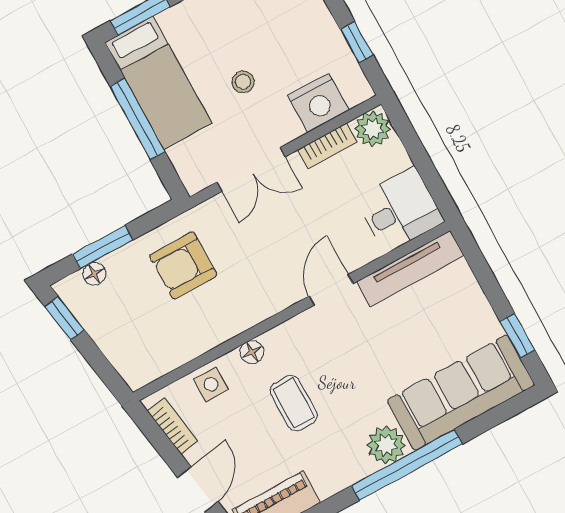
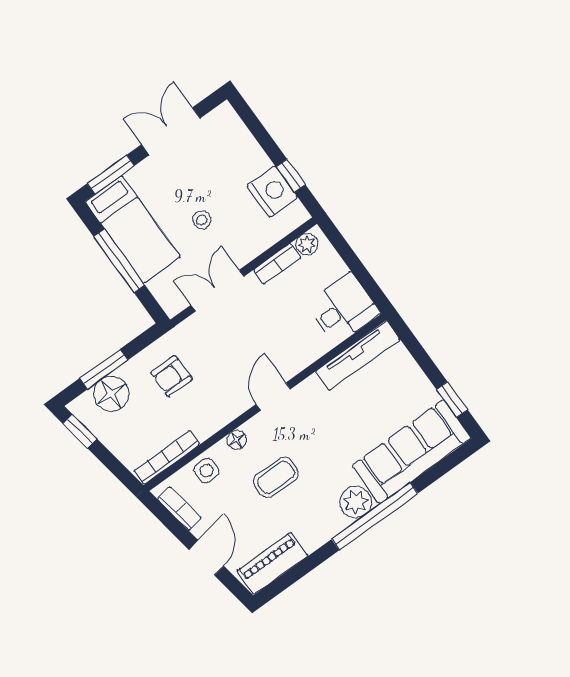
nightstand: (318, 103) -> (272, 192), moved, turned -90
plant: (373, 129) -> (307, 244), width x0.73, depth x0.73
double door: (251, 169) -> (217, 291), swing flipped
armchair: (183, 265) -> (172, 376), width x0.72, depth x0.72
floor lamp: (94, 274) -> (111, 394), width x1.89, depth x1.89
door: (331, 290) -> (273, 397), moved
bookcase: (165, 363) -> (167, 458), added
coffee table: (294, 403) -> (276, 477), turned 90

